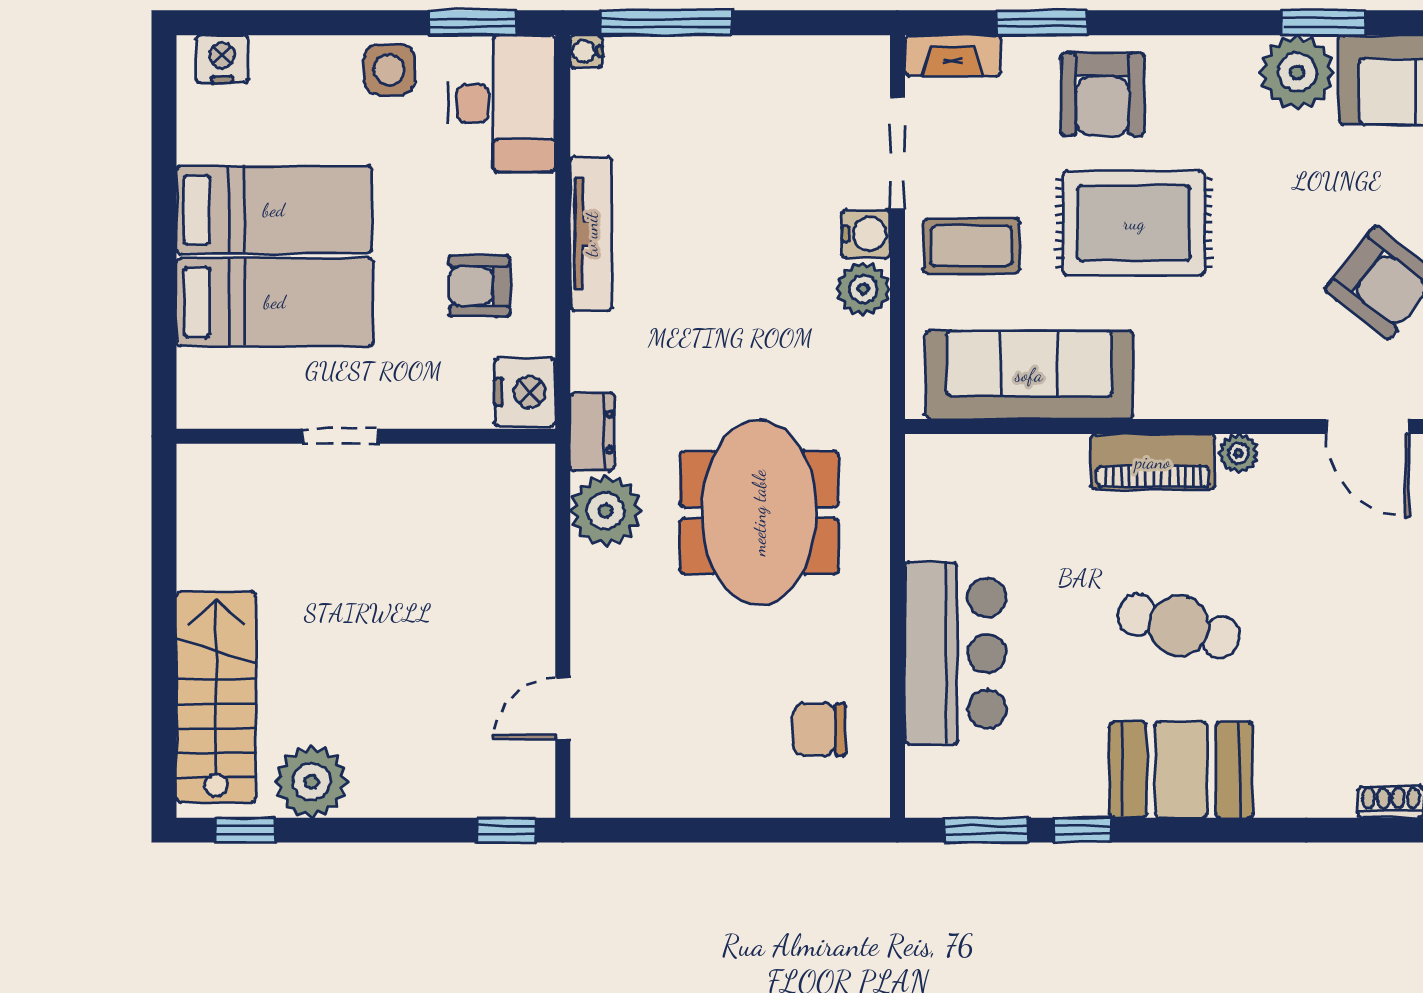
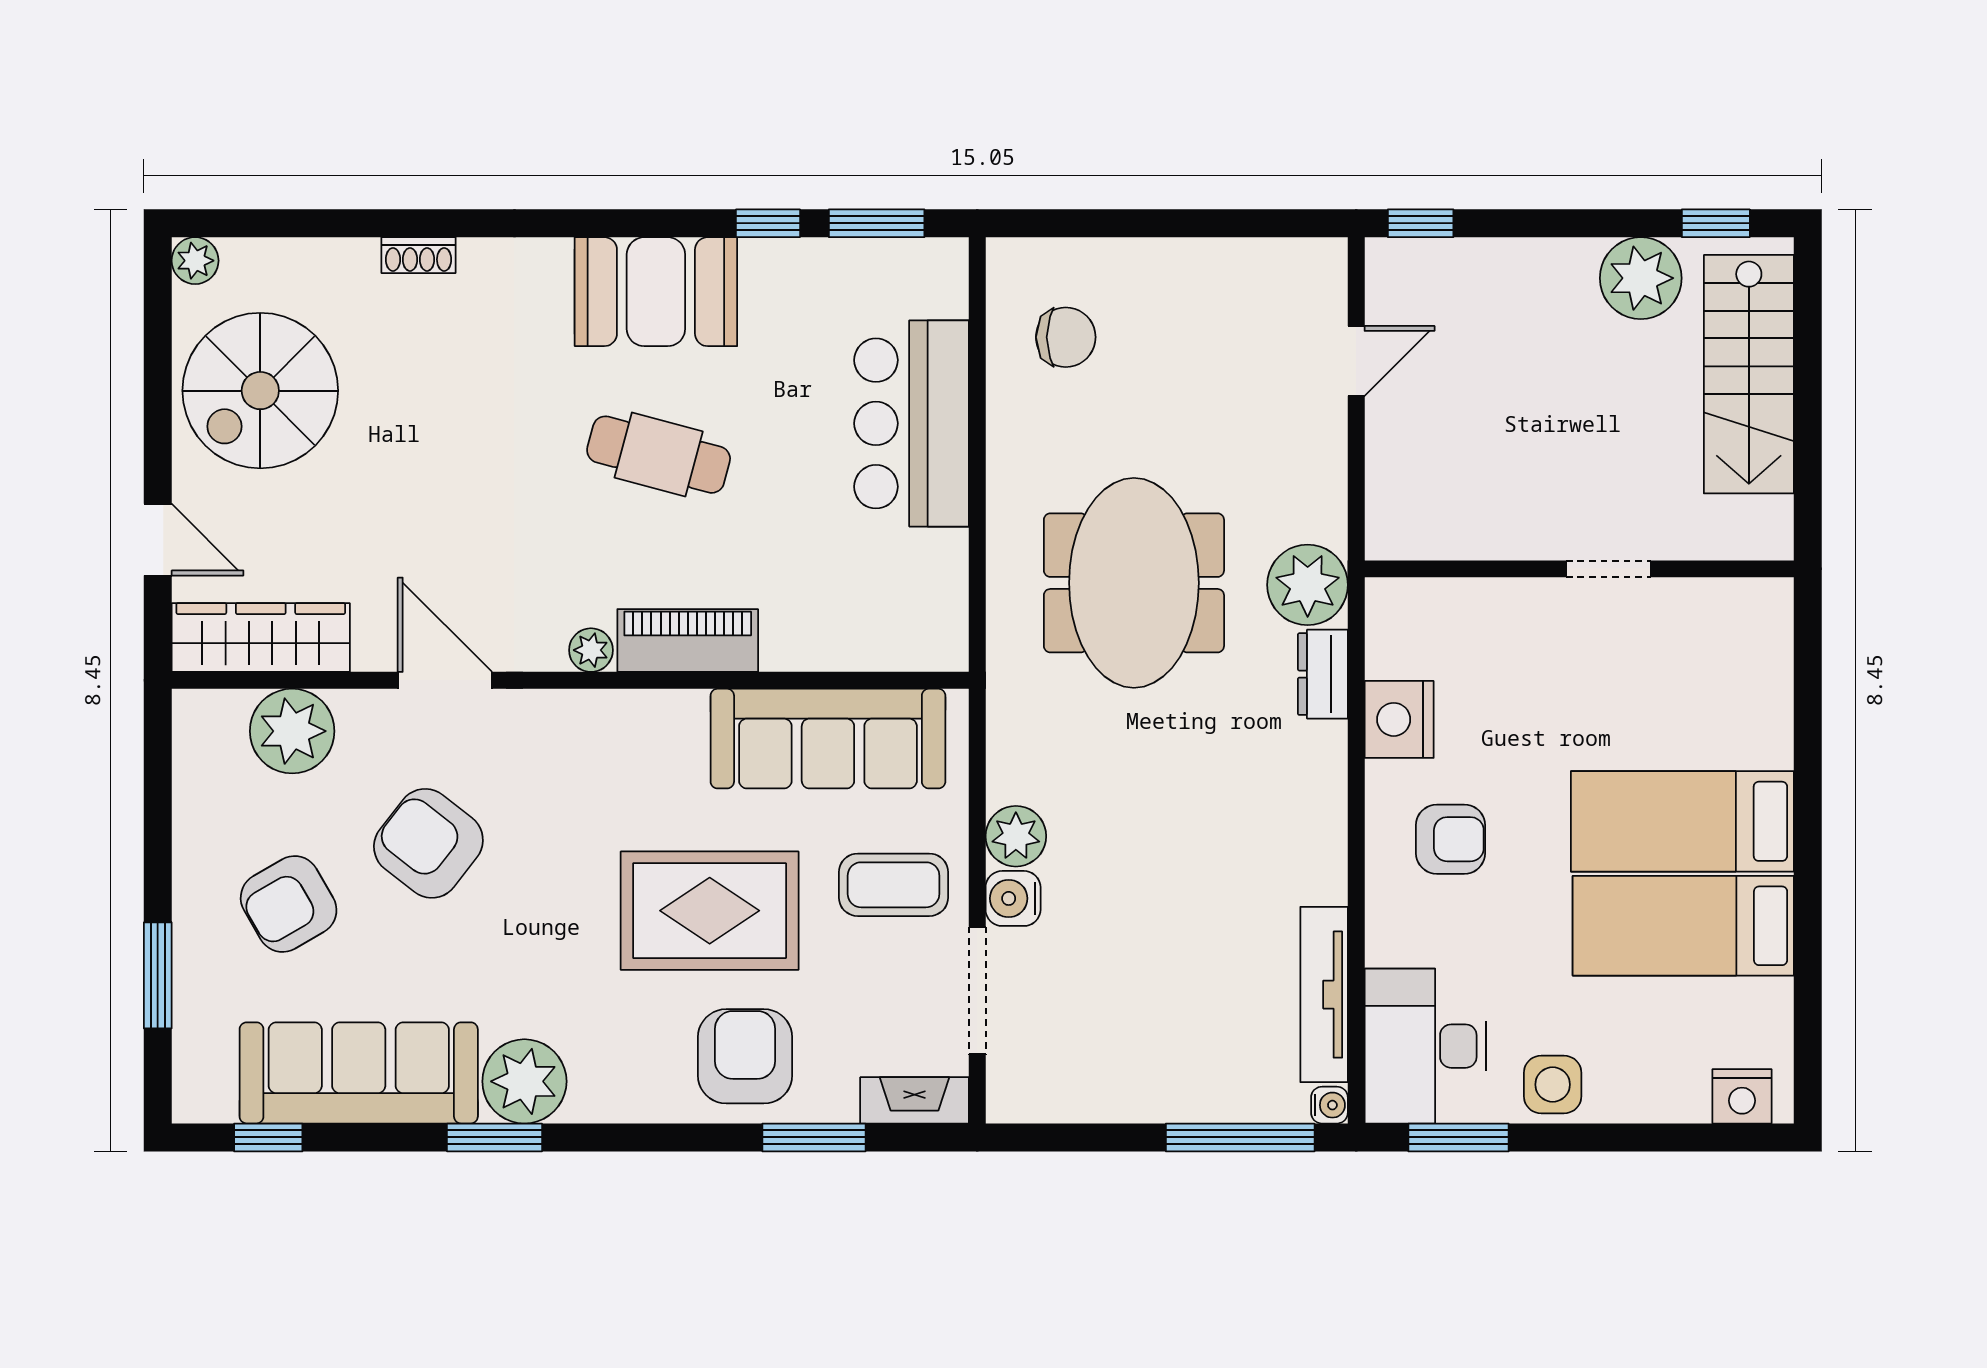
tv unit: (591, 234) -> (1324, 995), moved
doorway: (340, 436) -> (1609, 569), moved
wall: (366, 436) -> (1579, 569), moved

